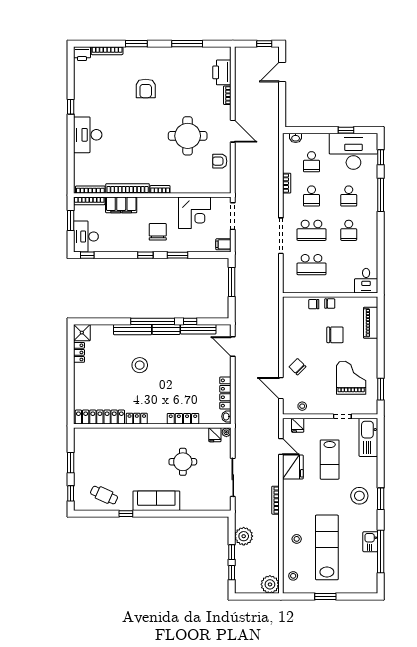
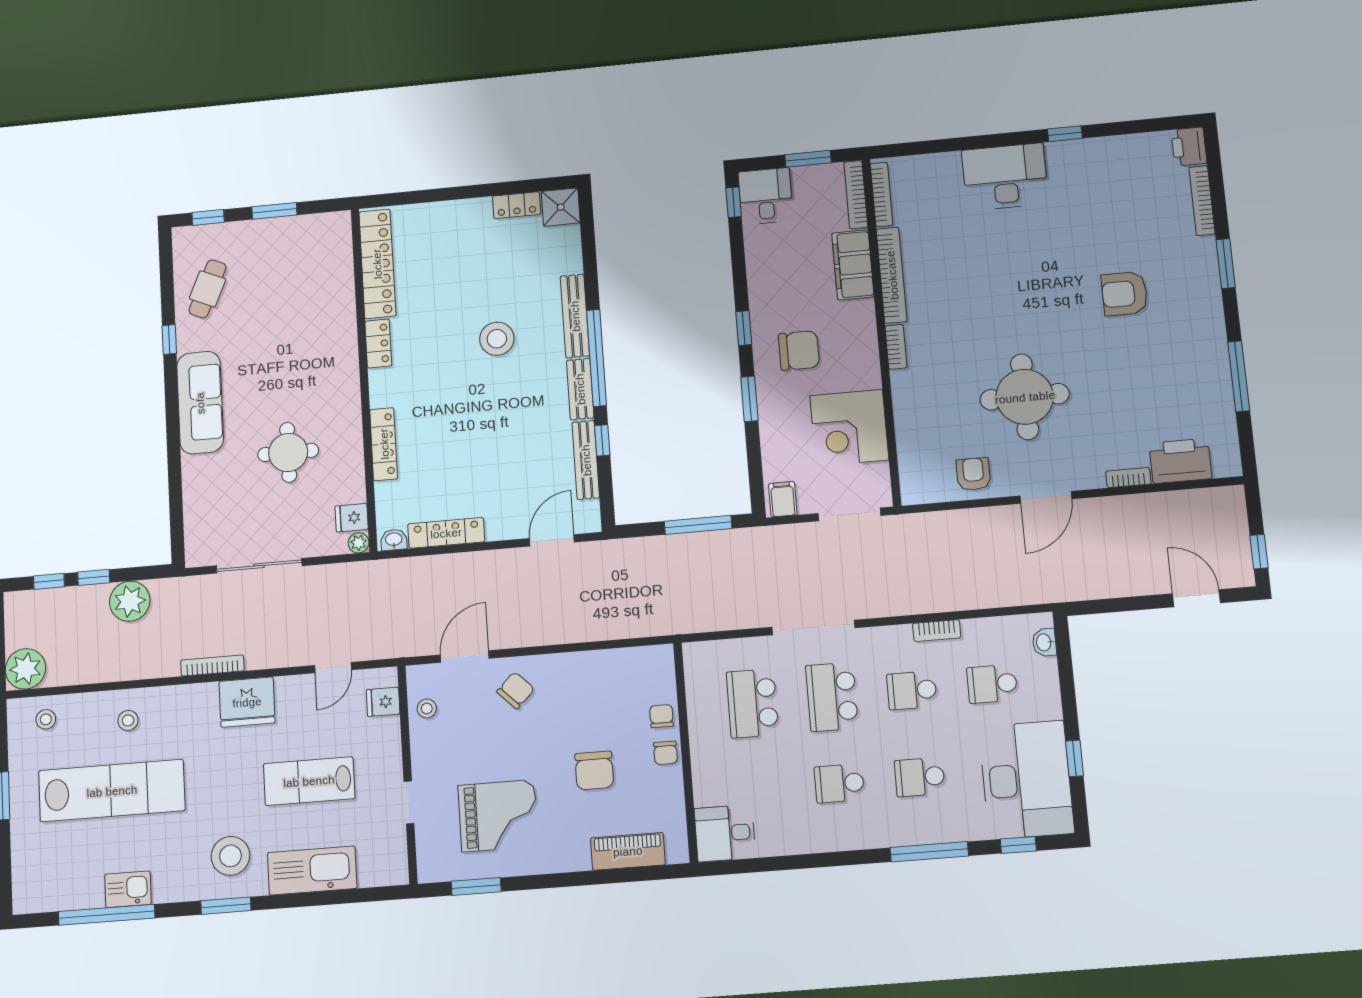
desk: (86, 236) -> (766, 196), width x0.73
kitchen sink: (368, 437) -> (312, 870), moved
fridge: (293, 467) -> (247, 702), moved

